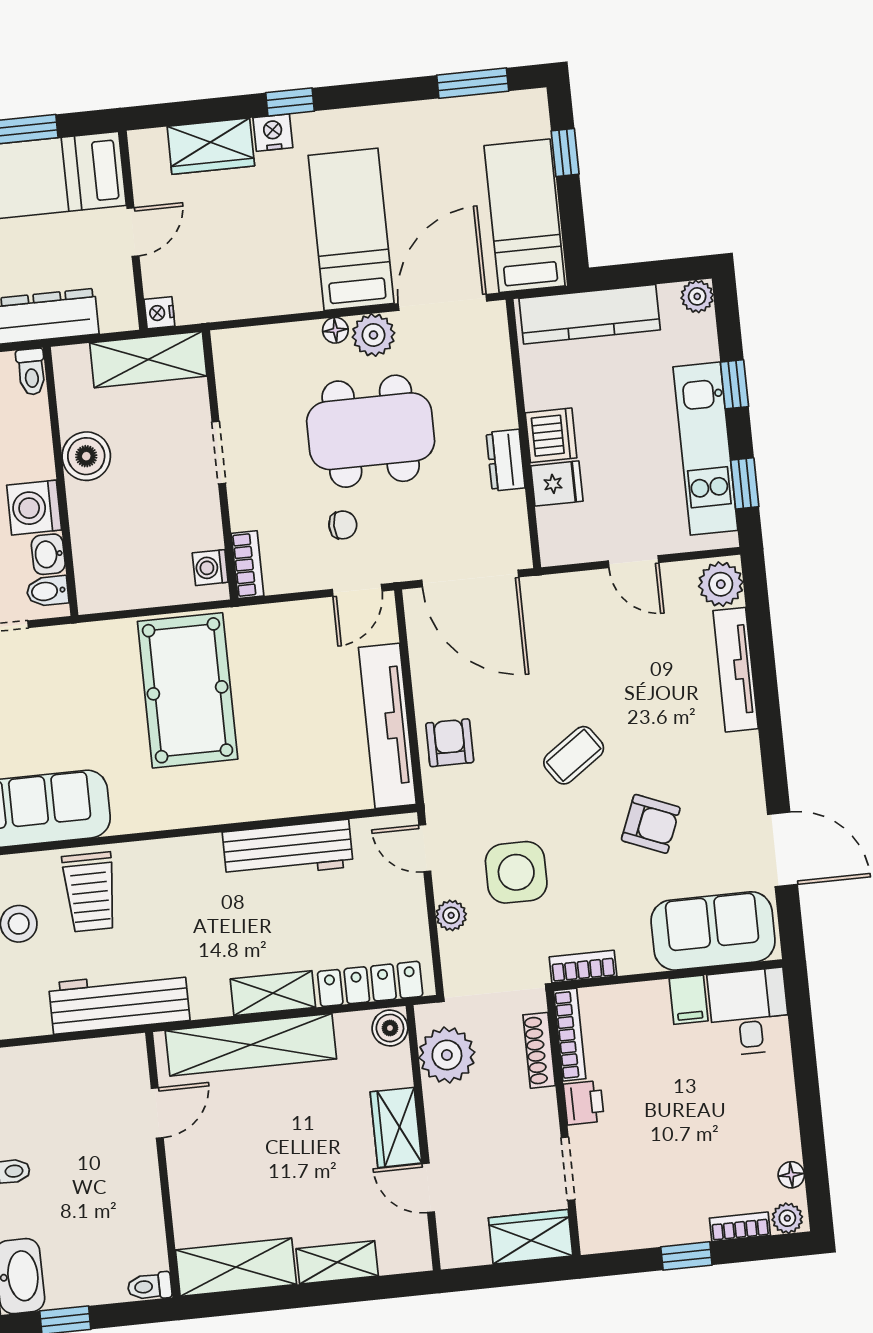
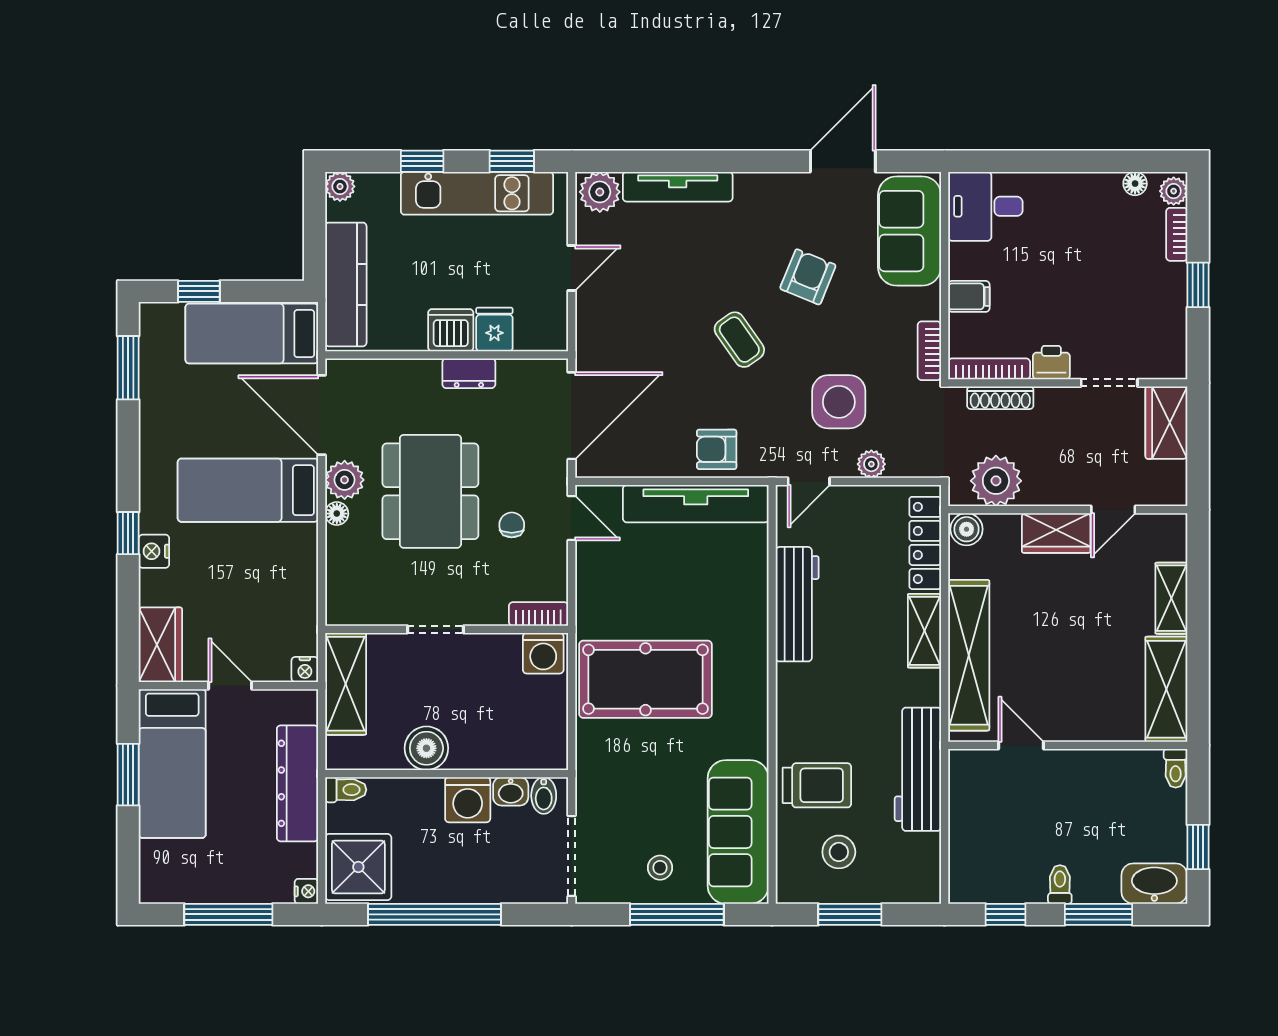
wardrobe: (211, 146) -> (160, 645), moved
washing machine: (210, 568) -> (543, 653), width x1.38, depth x1.38
filing cabinet: (689, 1000) -> (969, 296), moved

